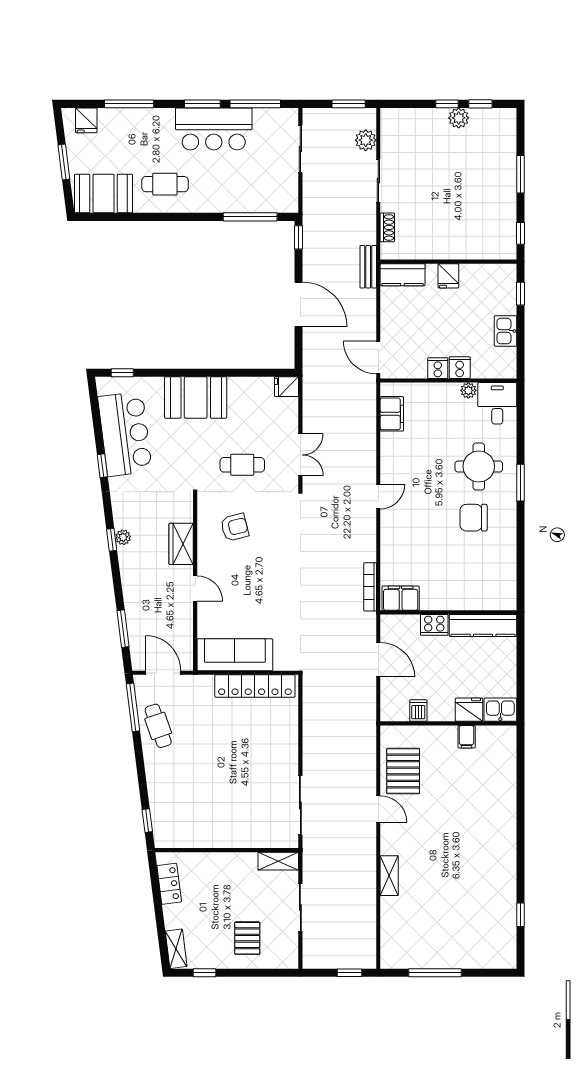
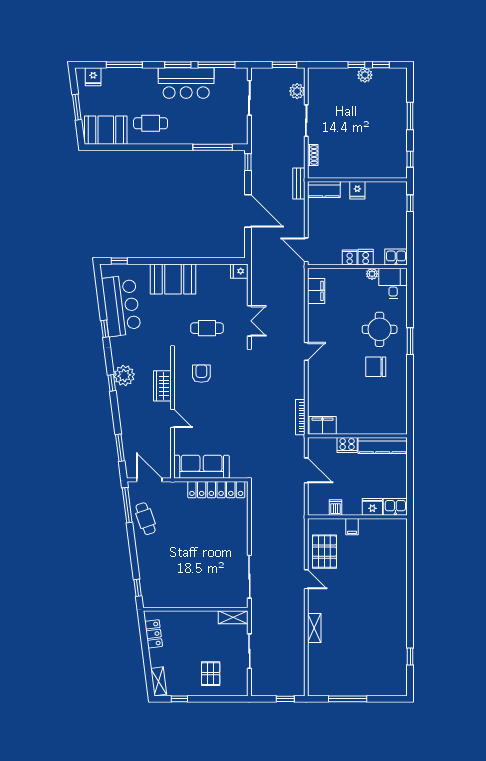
kitchen sink: (506, 331) -> (396, 257), moved, turned 90
armchair: (235, 527) -> (201, 374), turned -76
plant: (123, 537) -> (124, 376), width x1.88, depth x1.88
filing cabinet: (467, 737) -> (352, 527), moved

